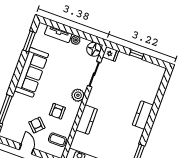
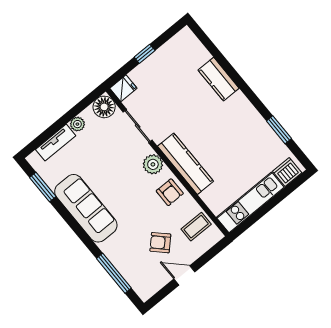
armchair: (57, 111) -> (170, 192), moved
kitchen counter: (143, 115) -> (219, 79), moved
kitchen counter: (87, 120) -> (186, 164), width x1.50

